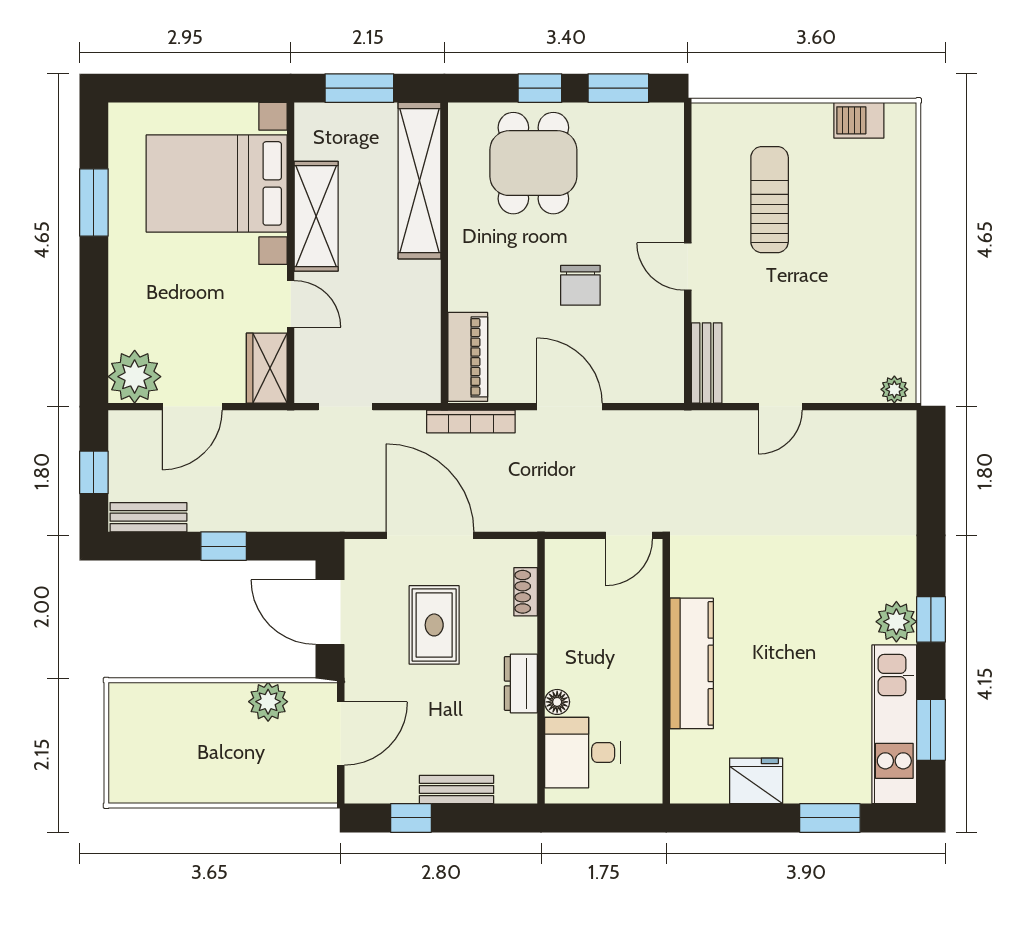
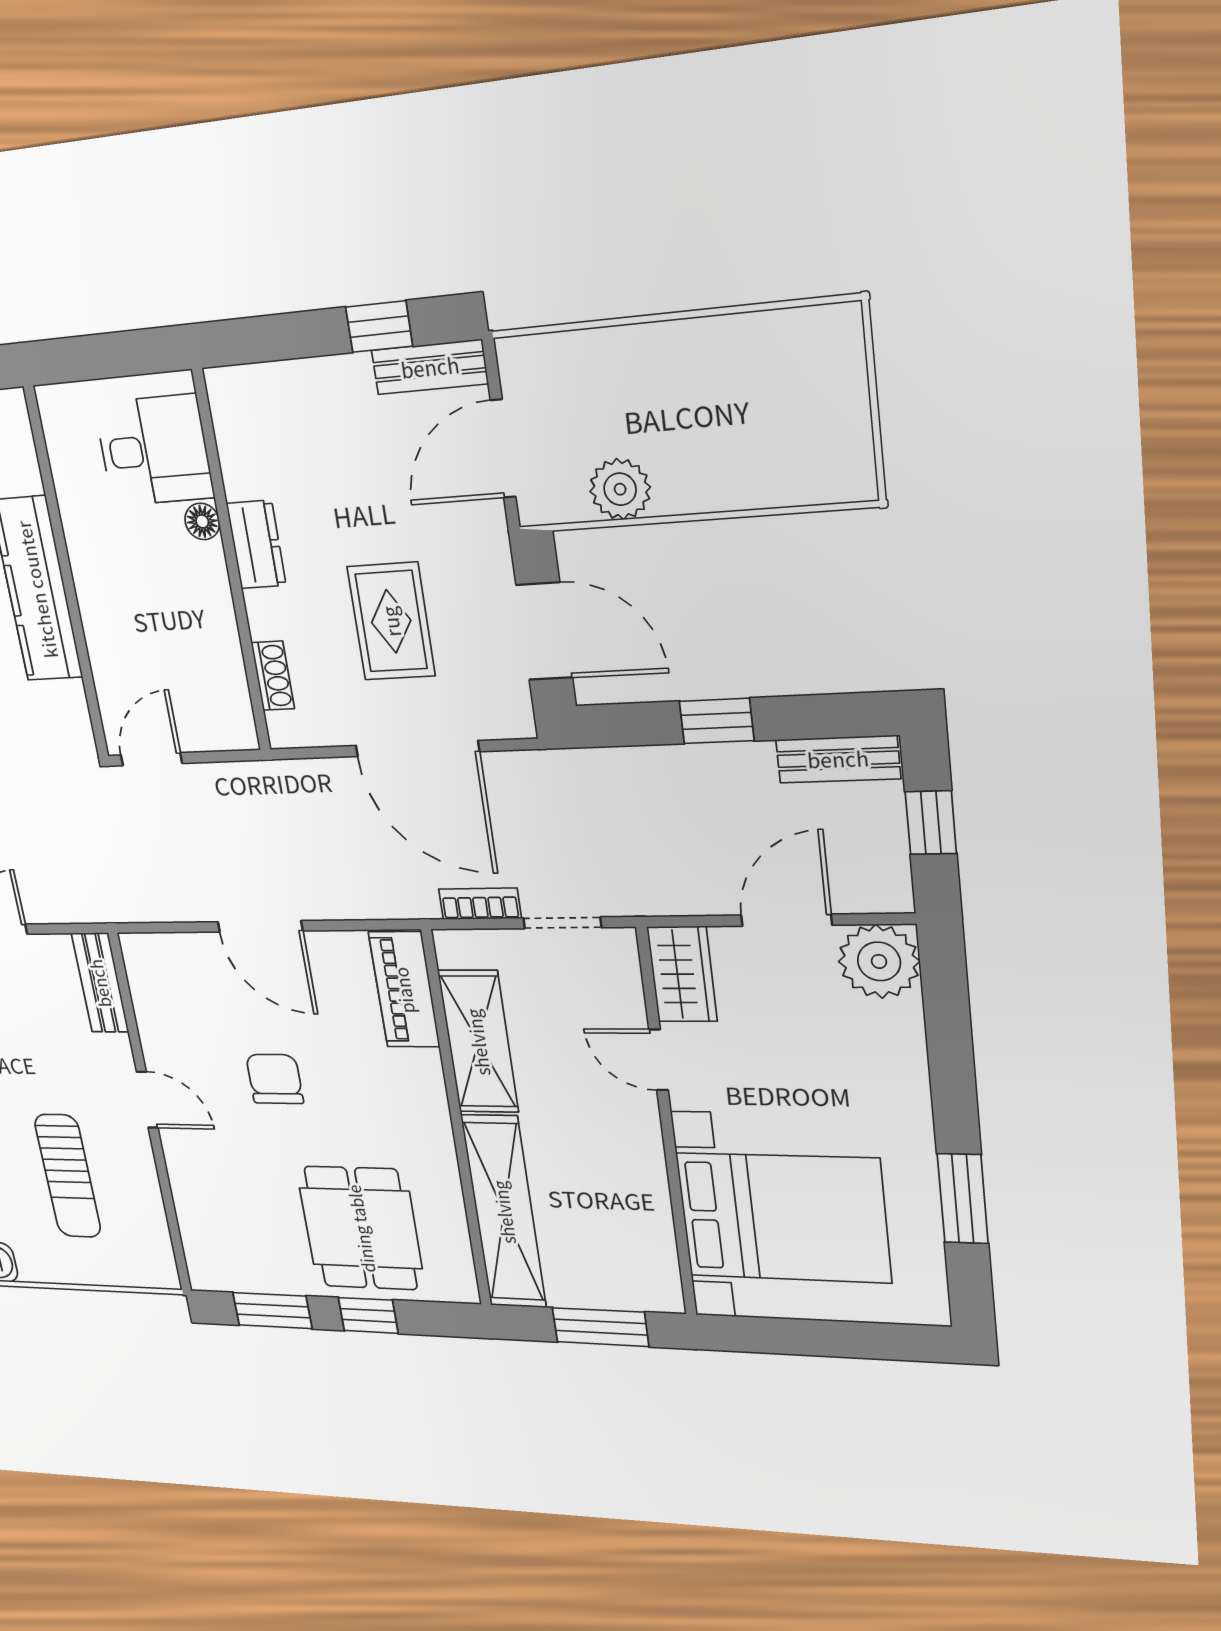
shelving: (316, 216) -> (478, 1042), moved
bookcase: (471, 421) -> (480, 904), moved, width x0.64
bench: (457, 790) -> (430, 367), moved

